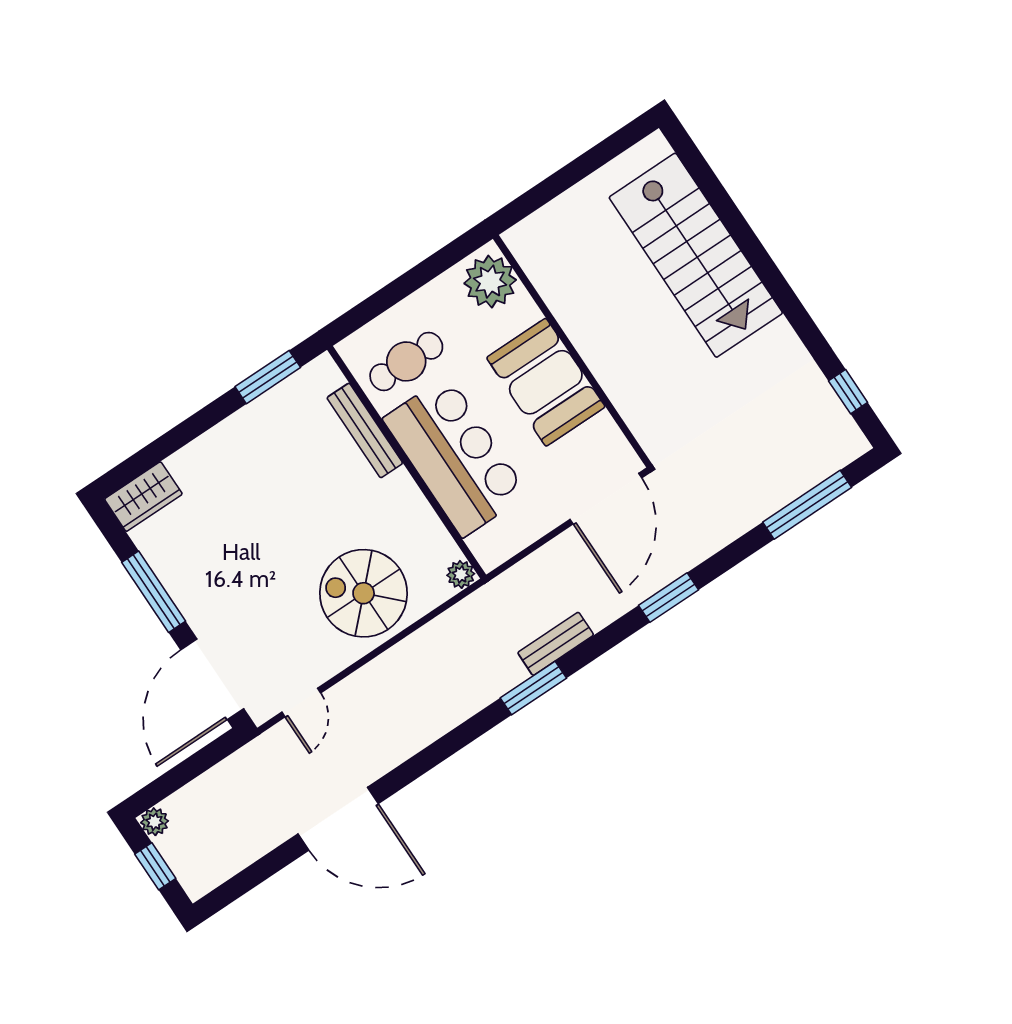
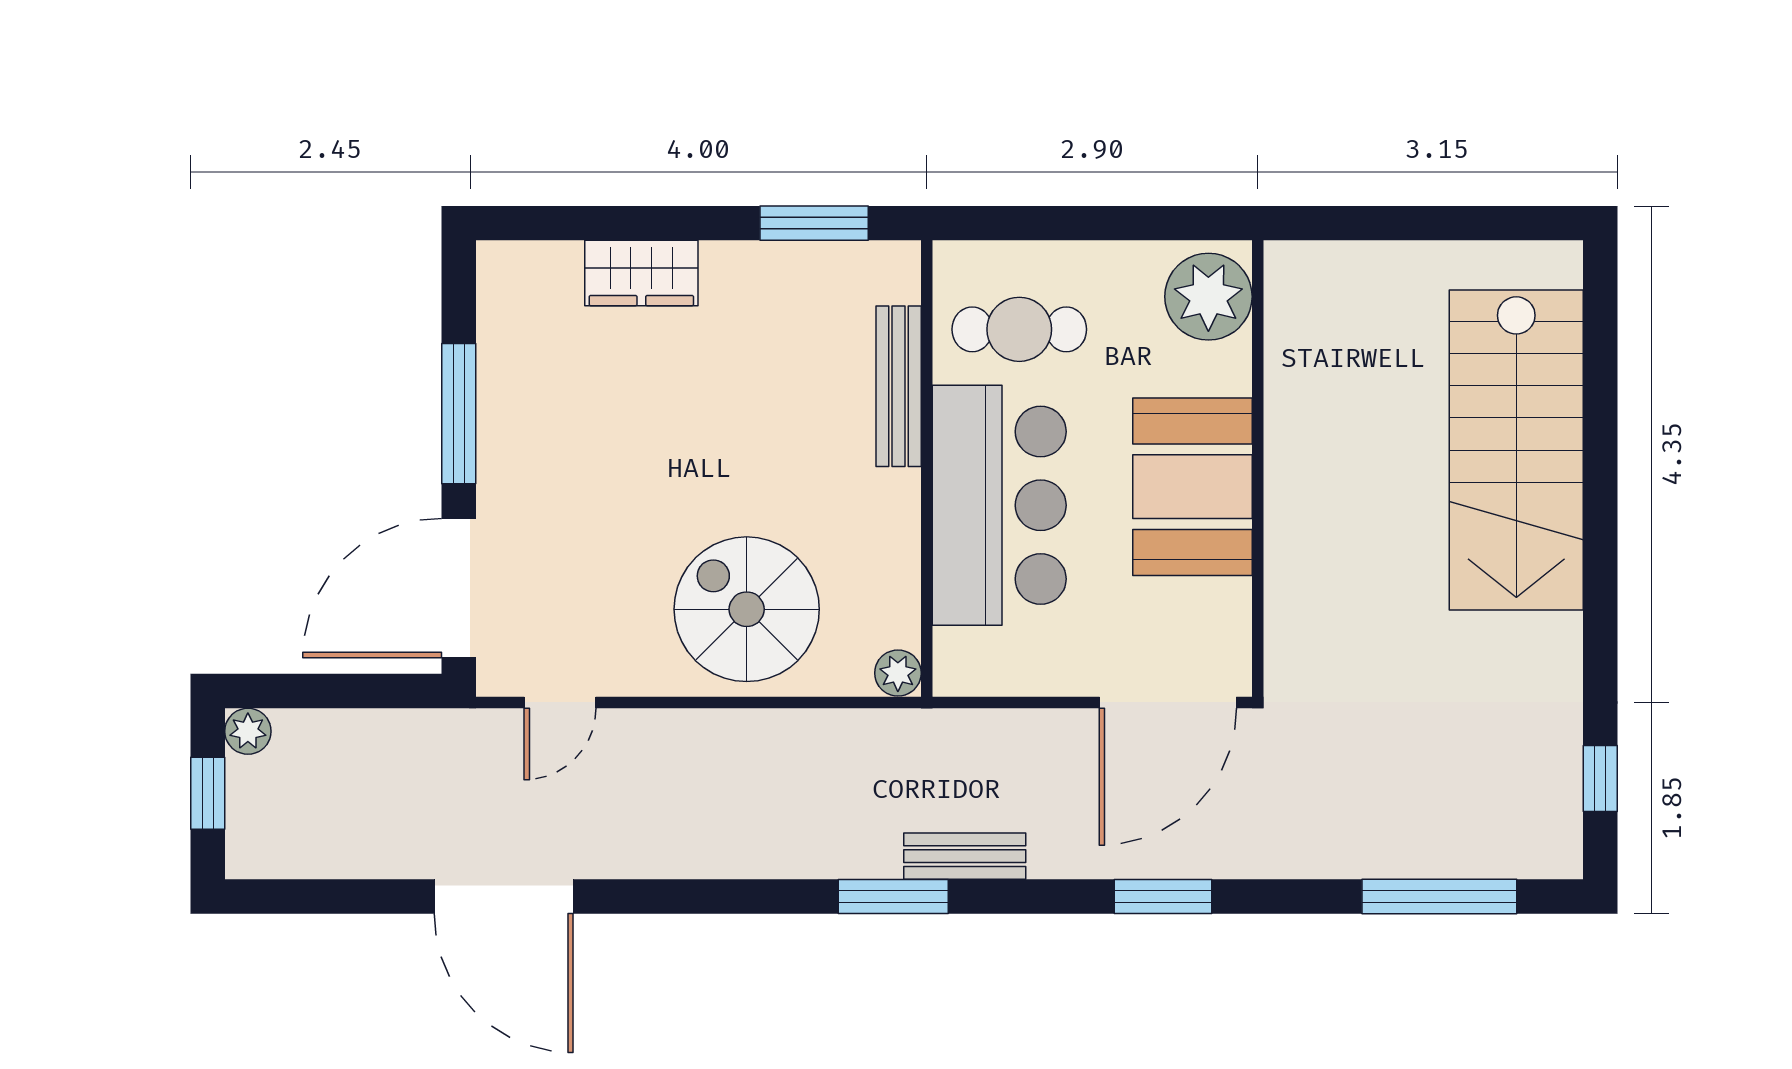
wardrobe: (143, 497) -> (641, 273), moved

